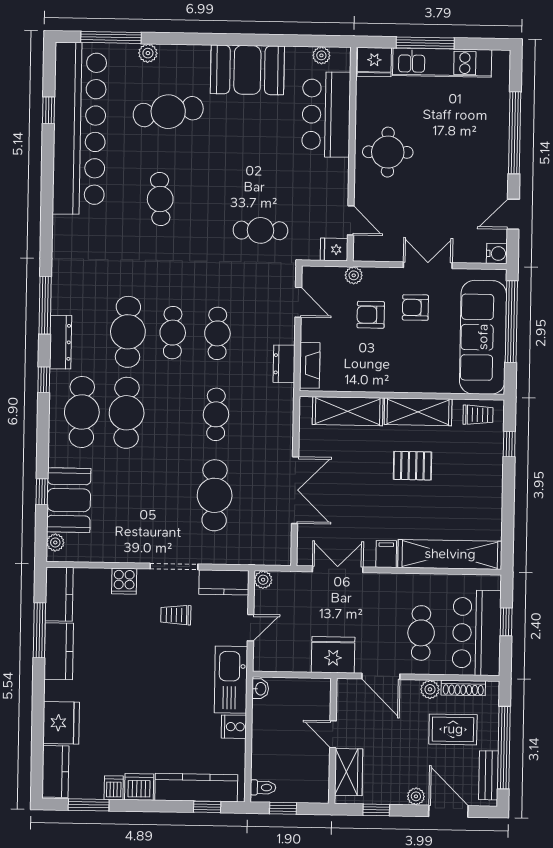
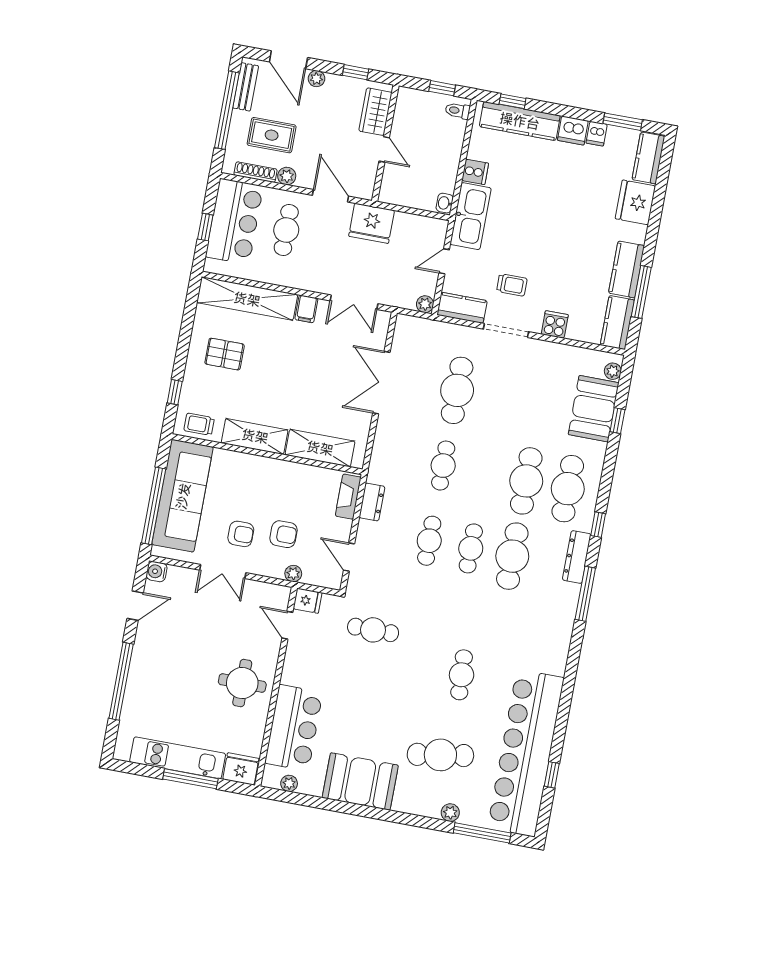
pallet: (413, 466) -> (225, 354), moved

